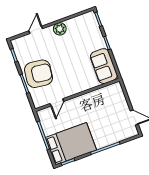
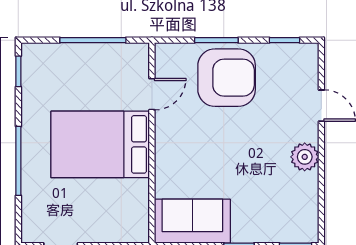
armchair: (39, 74) -> (227, 78), turned -97
door: (57, 102) -> (152, 94), swing flipped
bed: (71, 144) -> (100, 144), moved, turned 90

